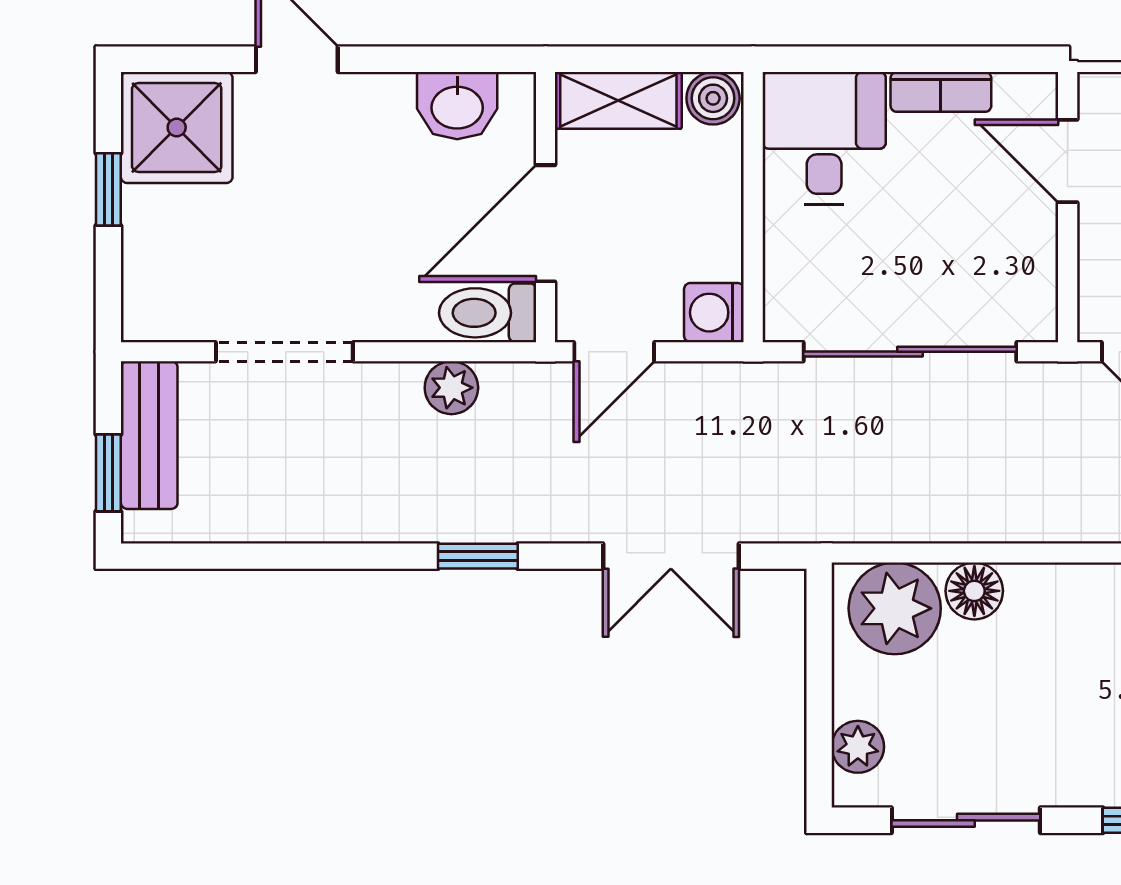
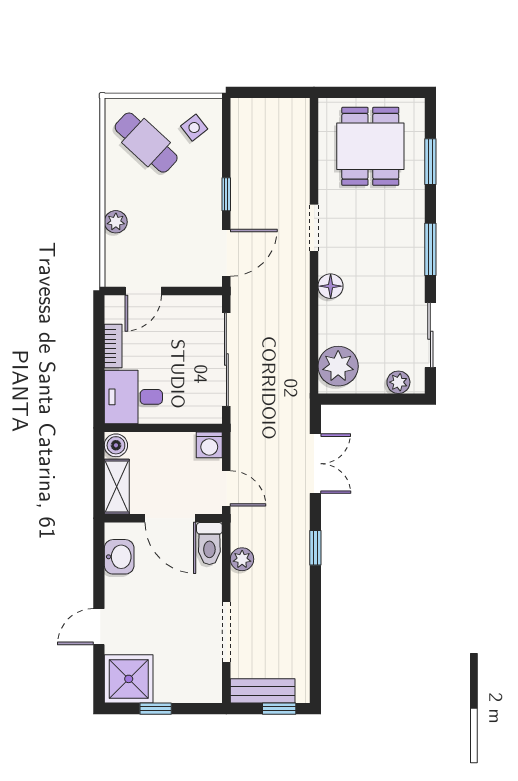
floor lamp: (974, 591) -> (331, 286), moved

